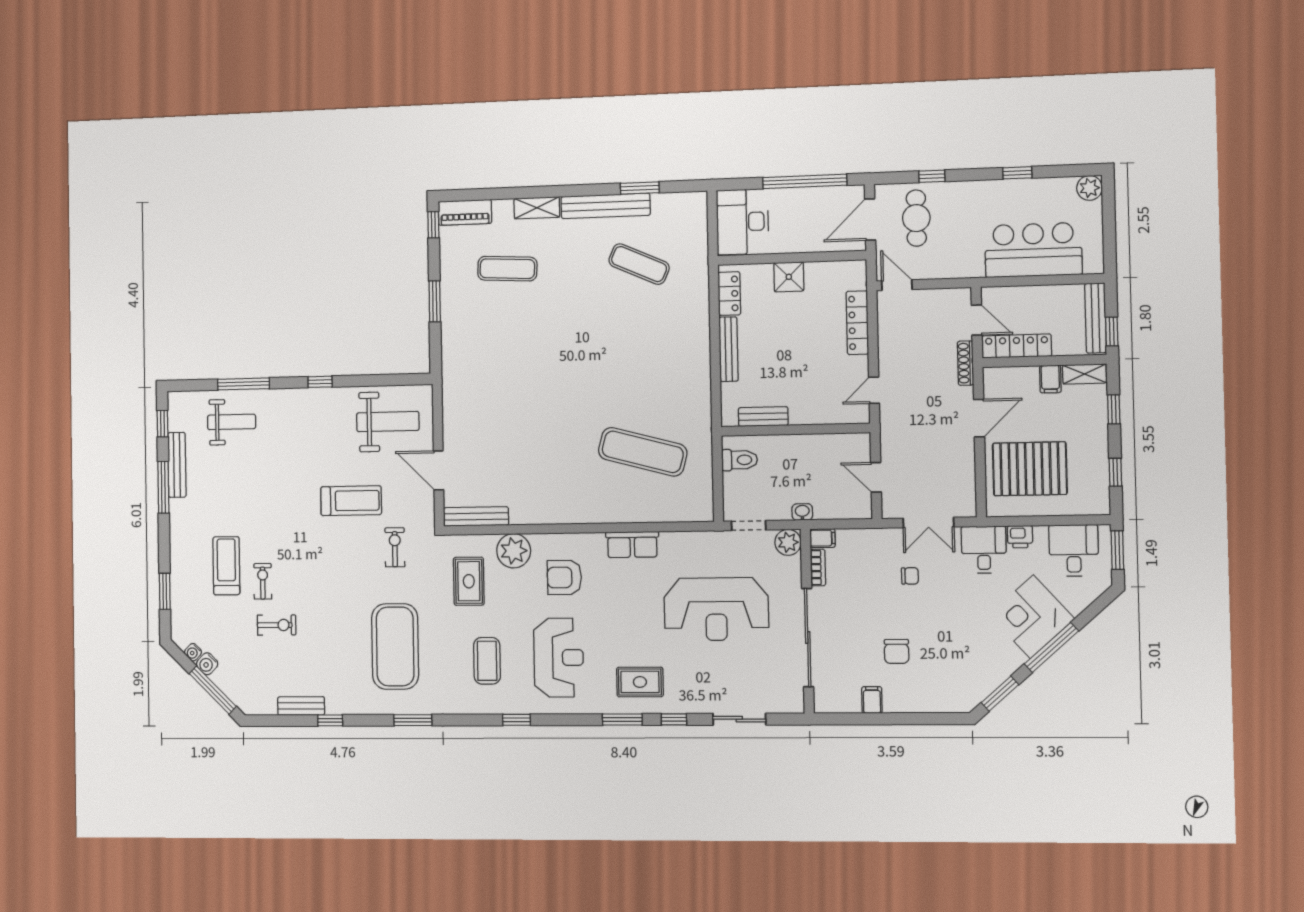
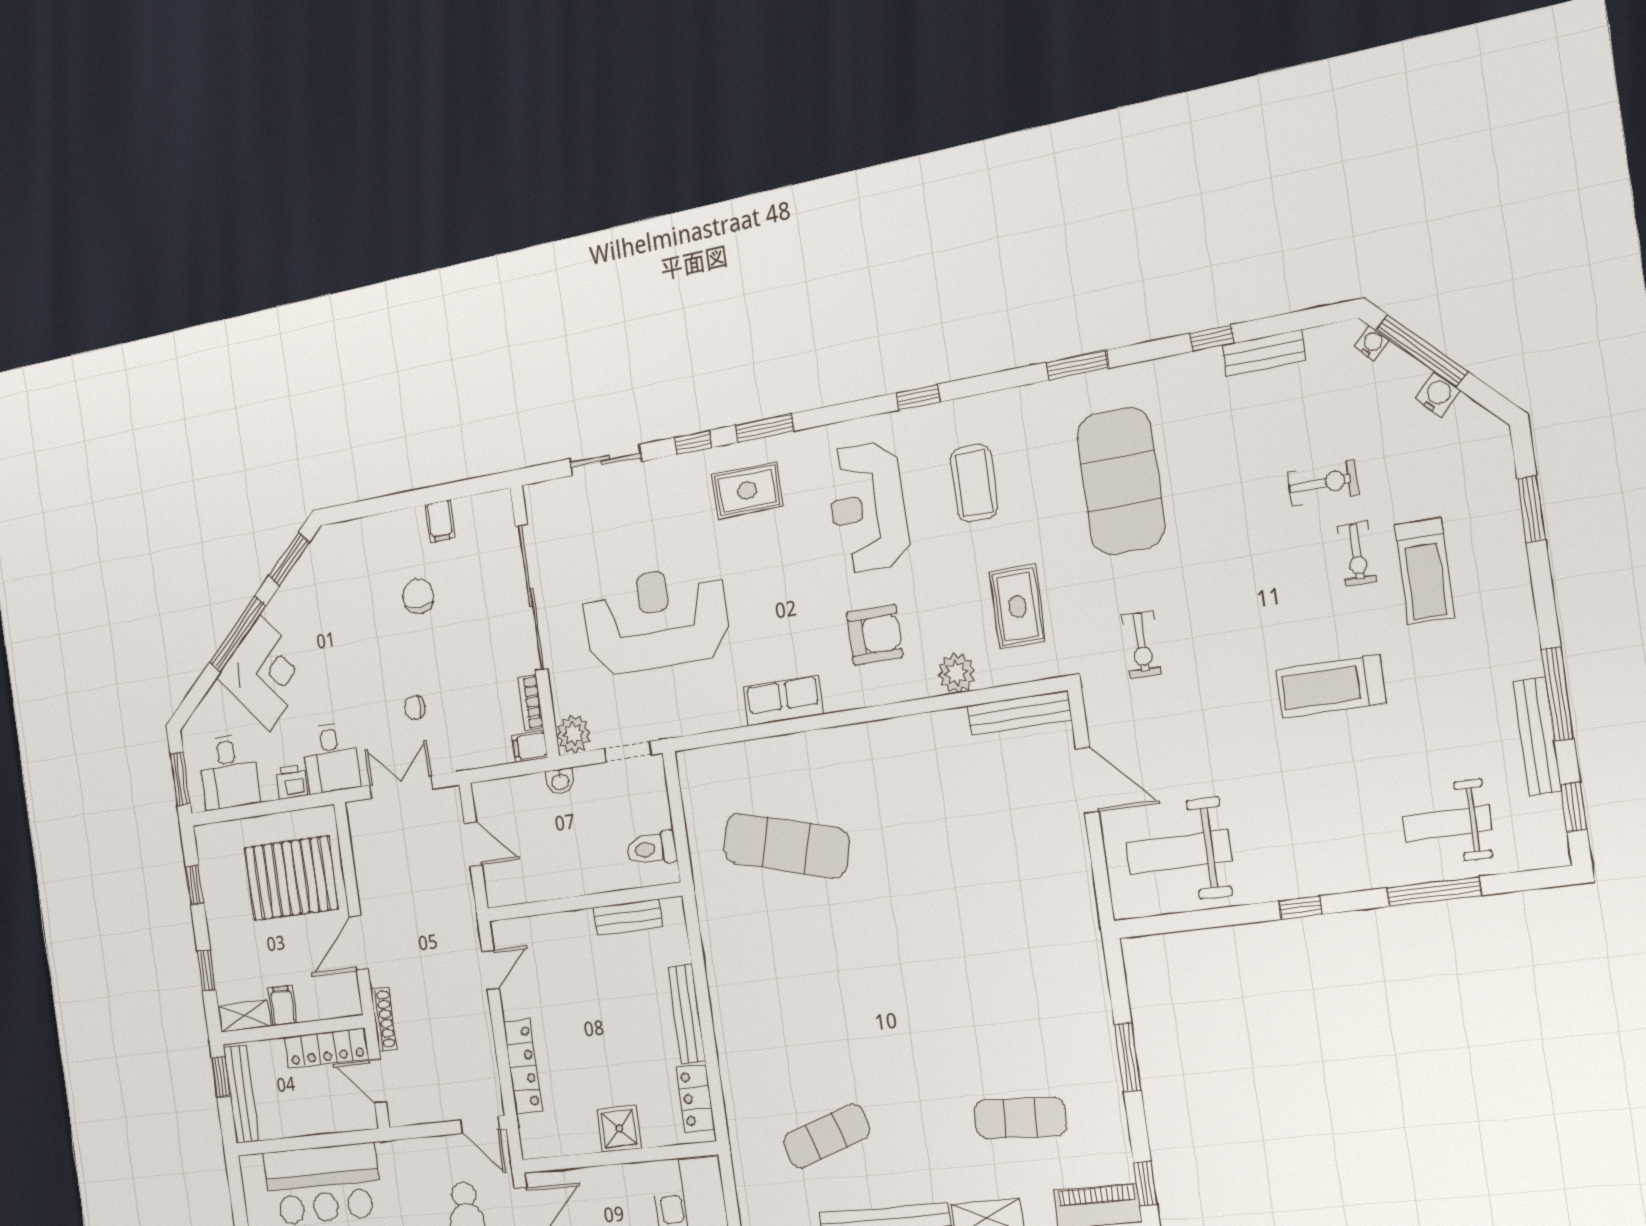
exercise mat: (639, 264) -> (826, 1136), turned -42
treadmill: (351, 501) -> (1331, 687), moved
plant: (514, 551) -> (956, 673), width x0.73, depth x0.73
exercise bike: (277, 625) -> (1323, 483), turned 180
water cooler: (193, 652) -> (1372, 343), moved

